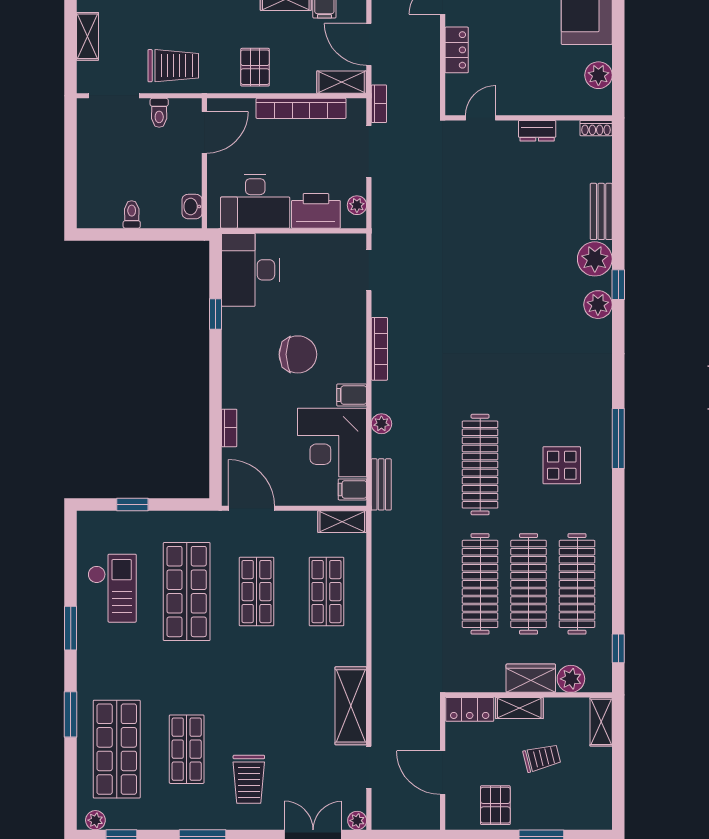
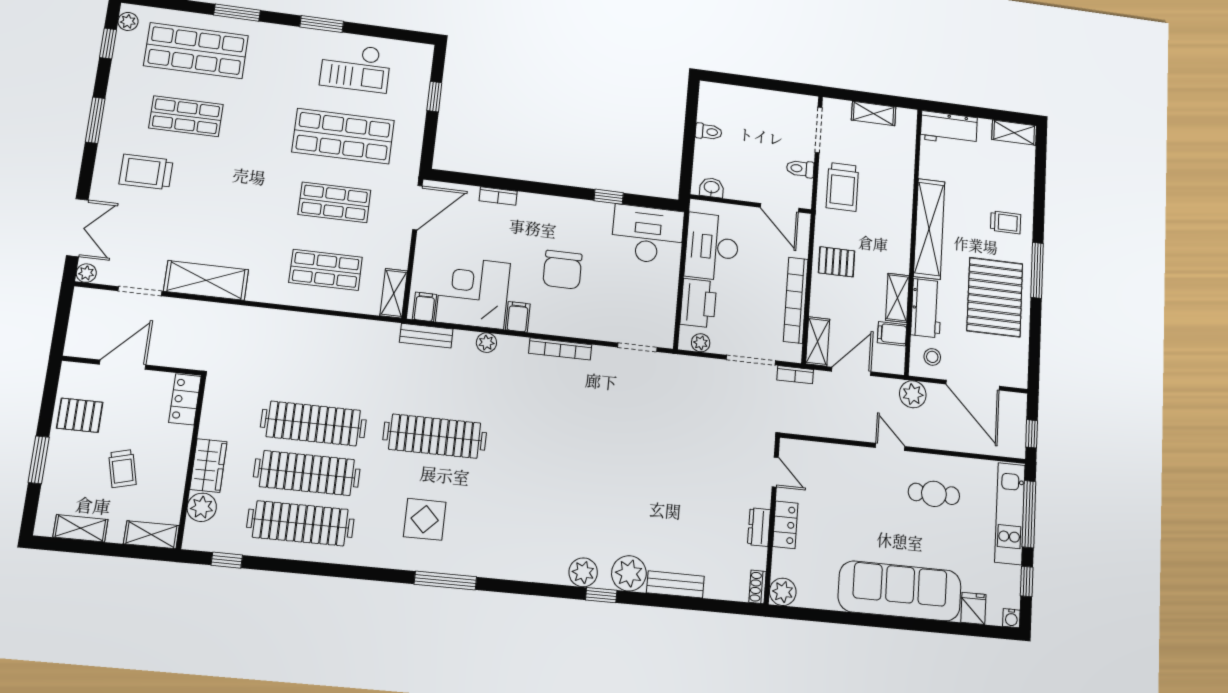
locker: (457, 50) -> (785, 525), moved, turned -90
plant: (598, 75) -> (783, 592), moved
shelving: (519, 708) -> (81, 528), moved, turned 90

